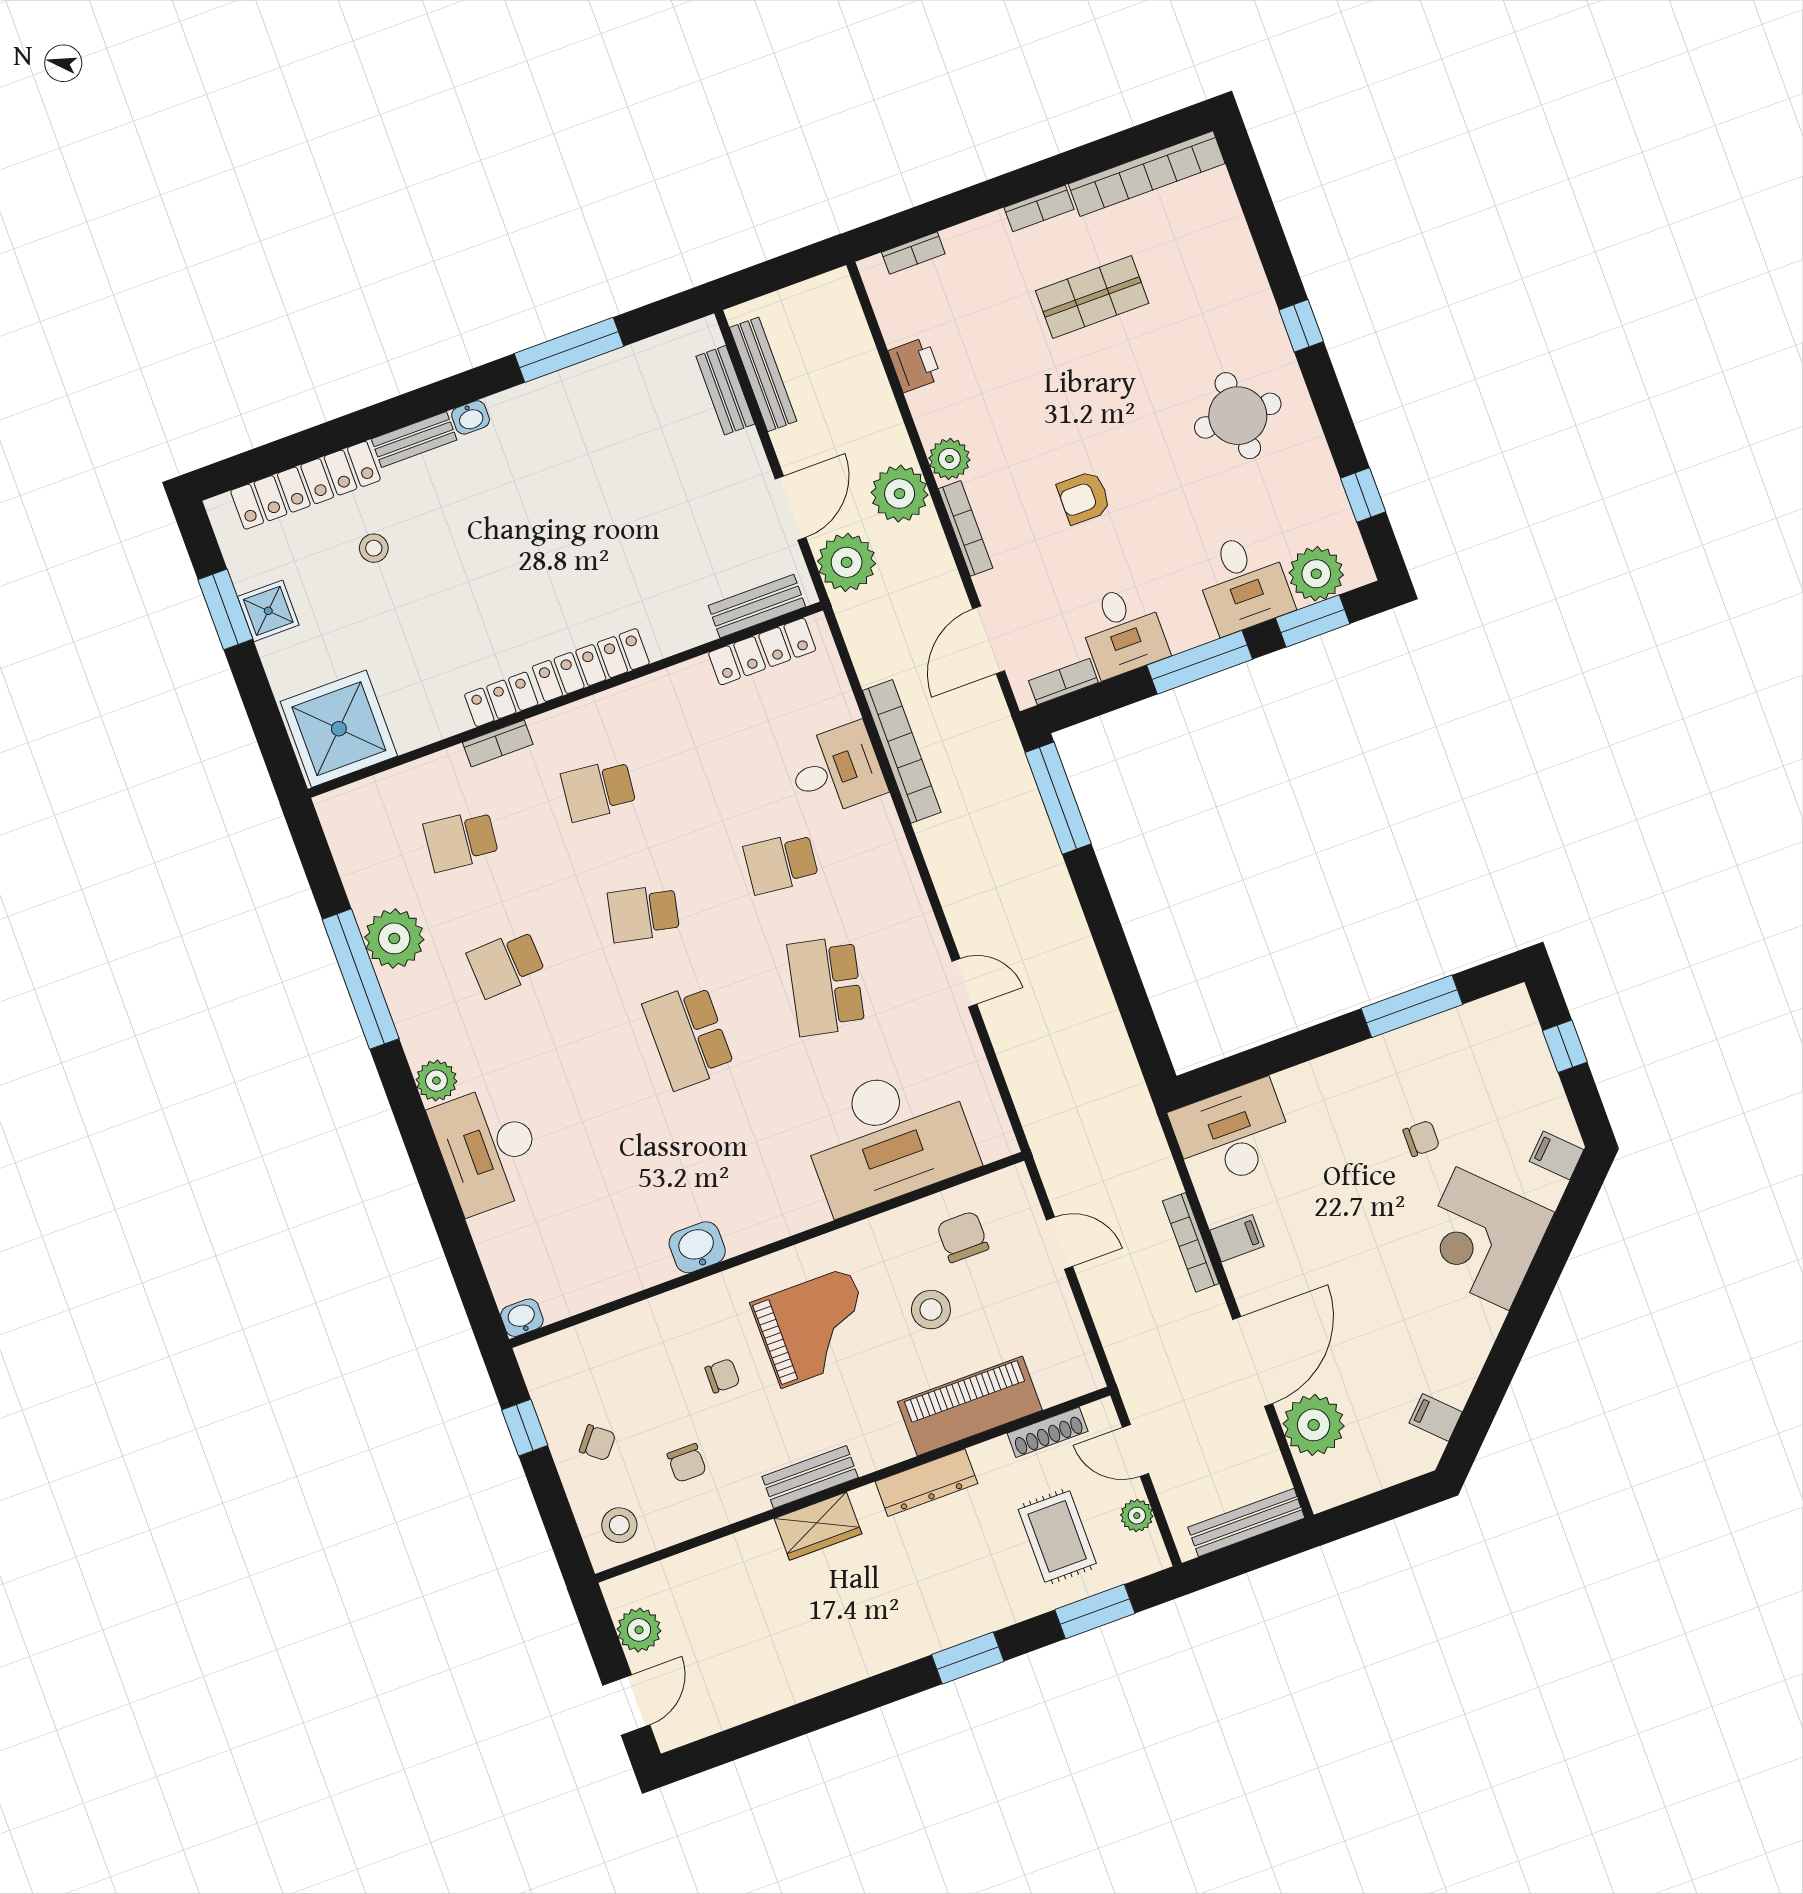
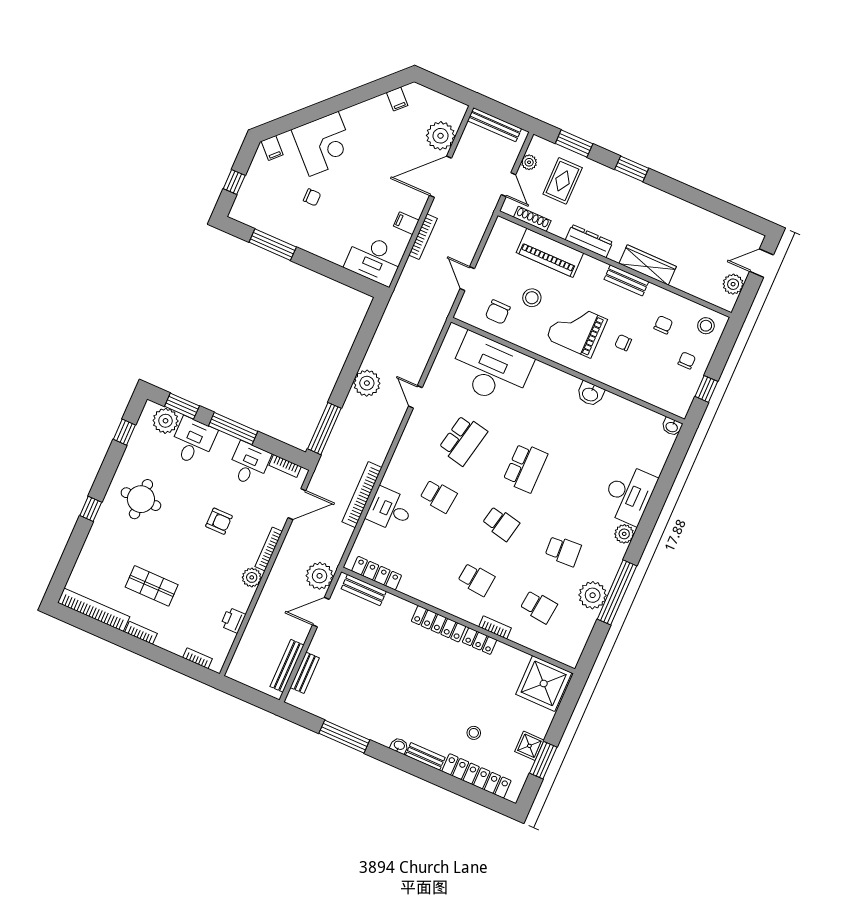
plant: (900, 494) -> (367, 383), moved
chair: (1421, 1138) -> (312, 197), turned 180
chair: (597, 1443) -> (687, 360), turned 51
wardrobe: (818, 1526) -> (648, 265), width x1.50

